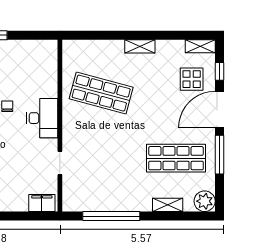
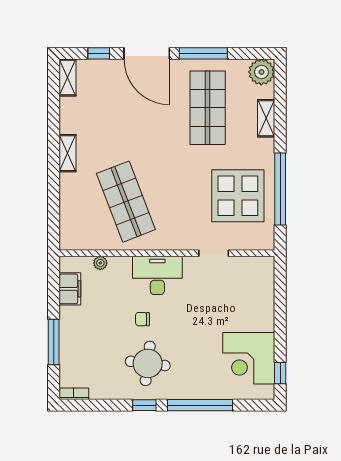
plant: (52, 73) -> (100, 263), added
display table: (192, 79) -> (238, 196), moved, width x1.86, depth x1.86
shop shelf: (101, 93) -> (126, 202), turned -36
filing cabinet: (42, 203) -> (70, 289), moved, turned 180

